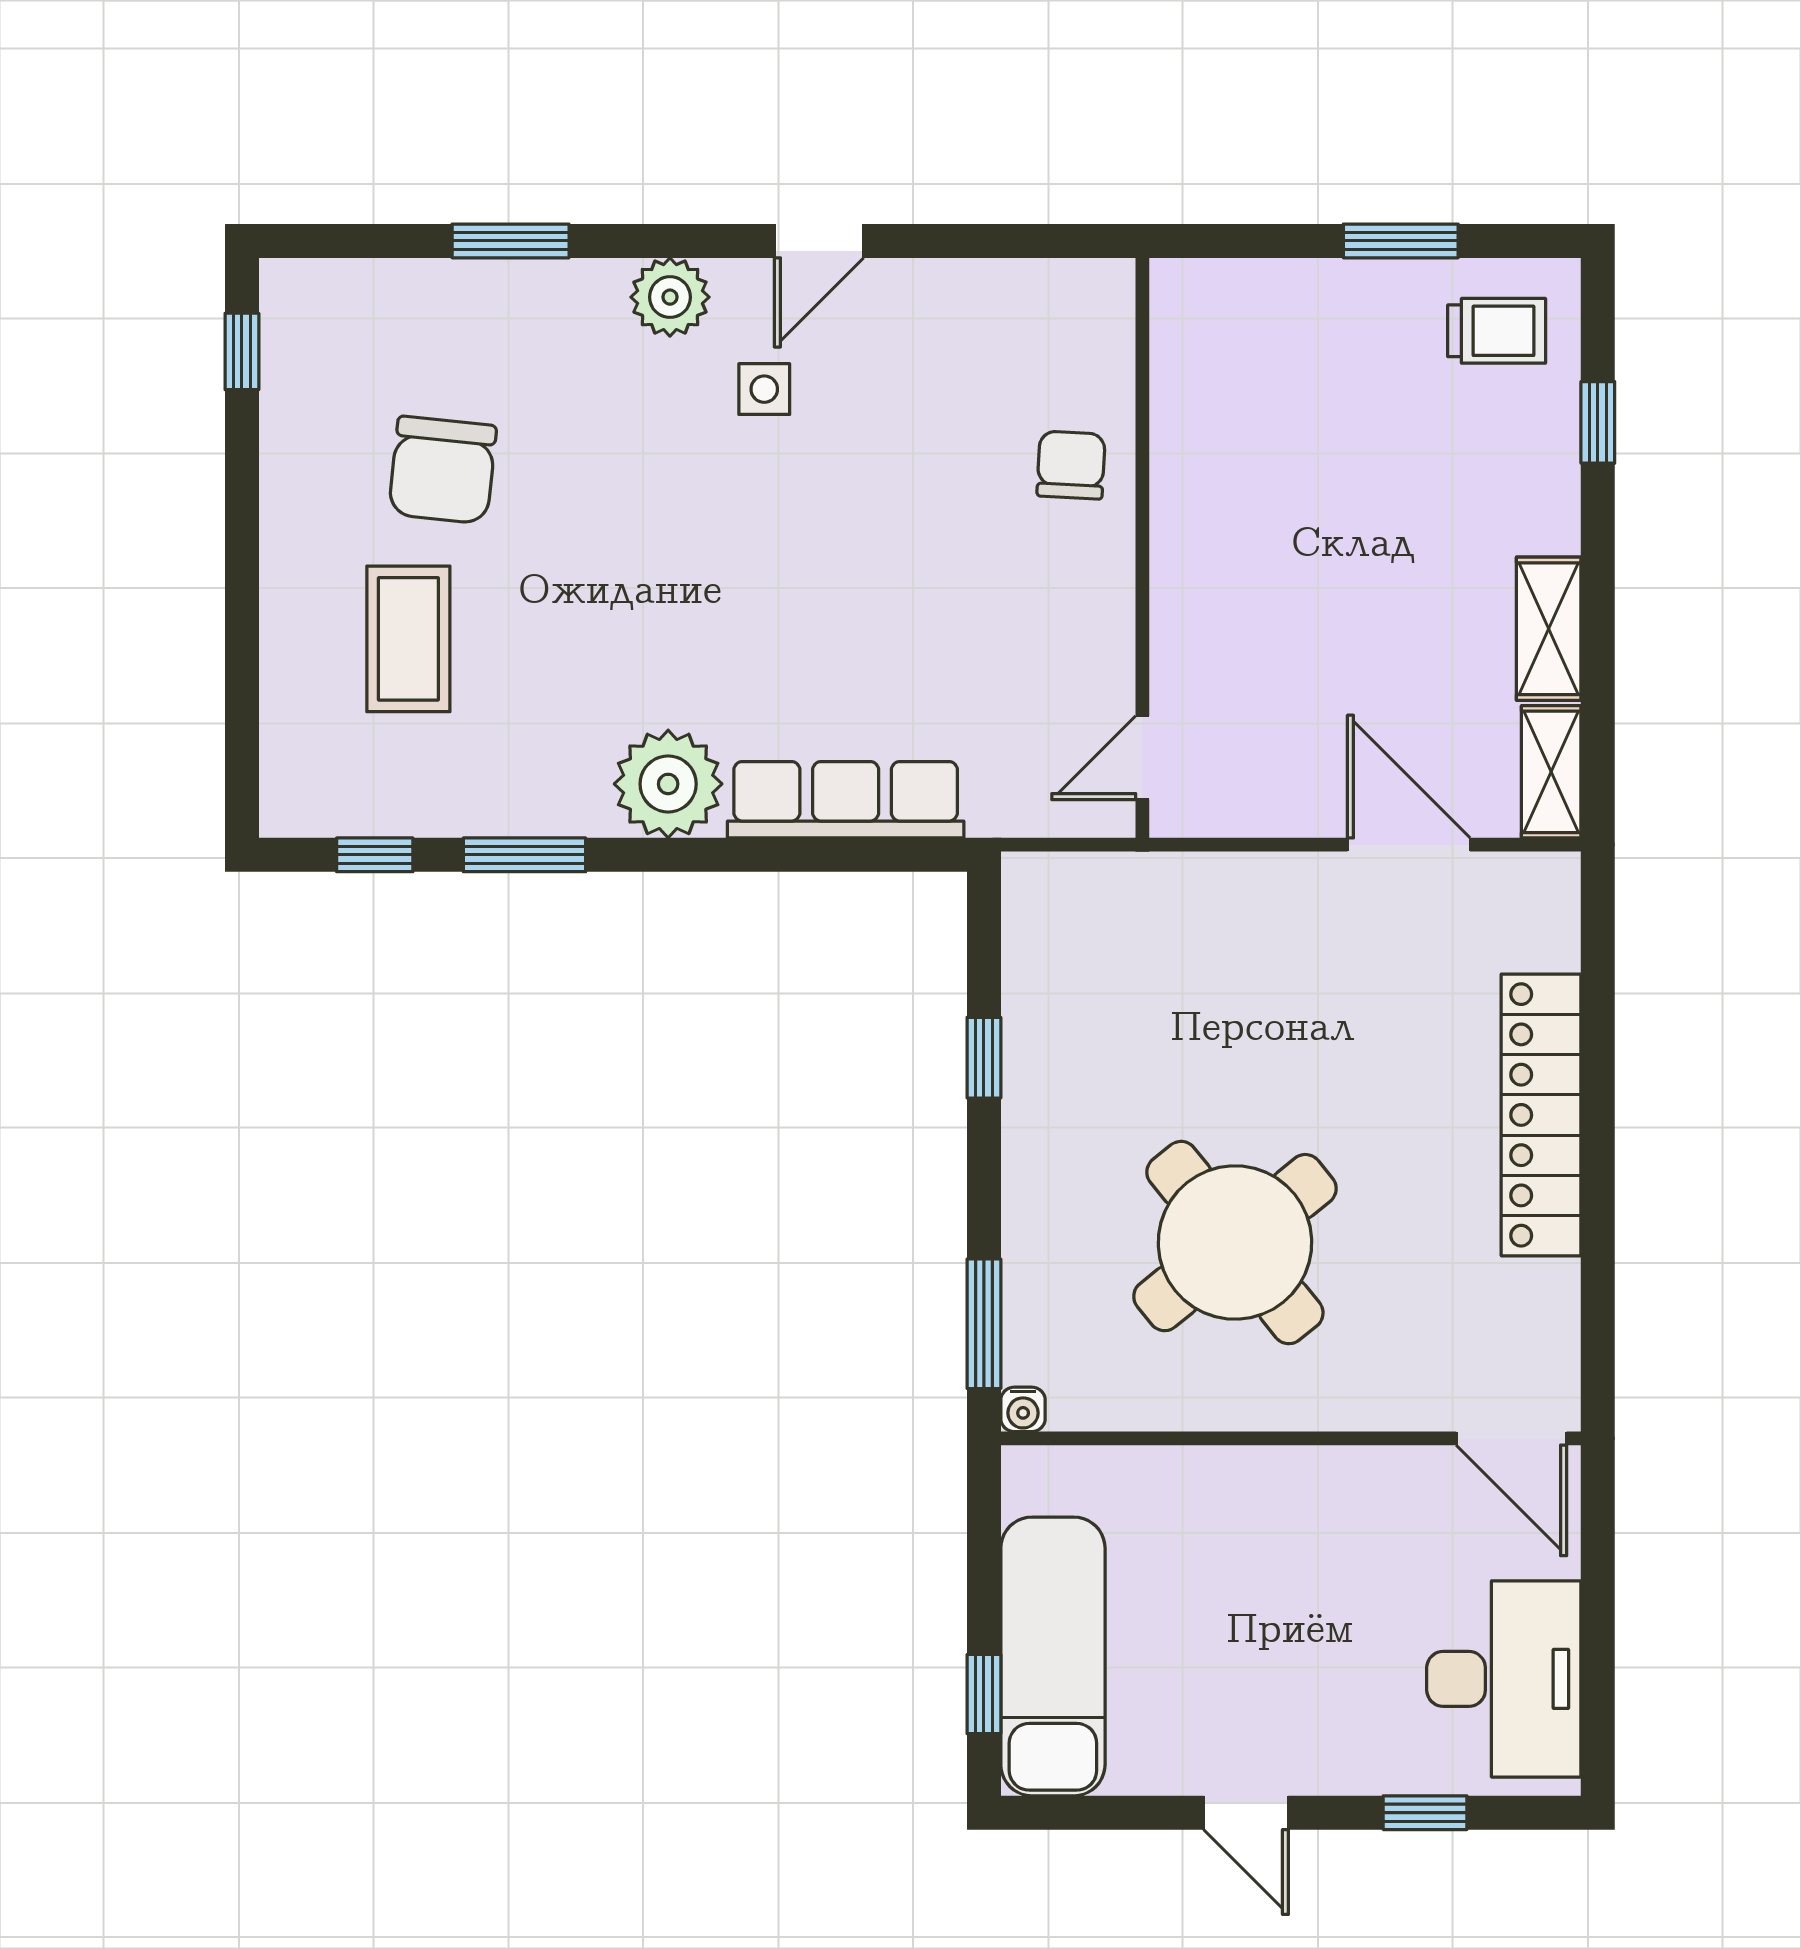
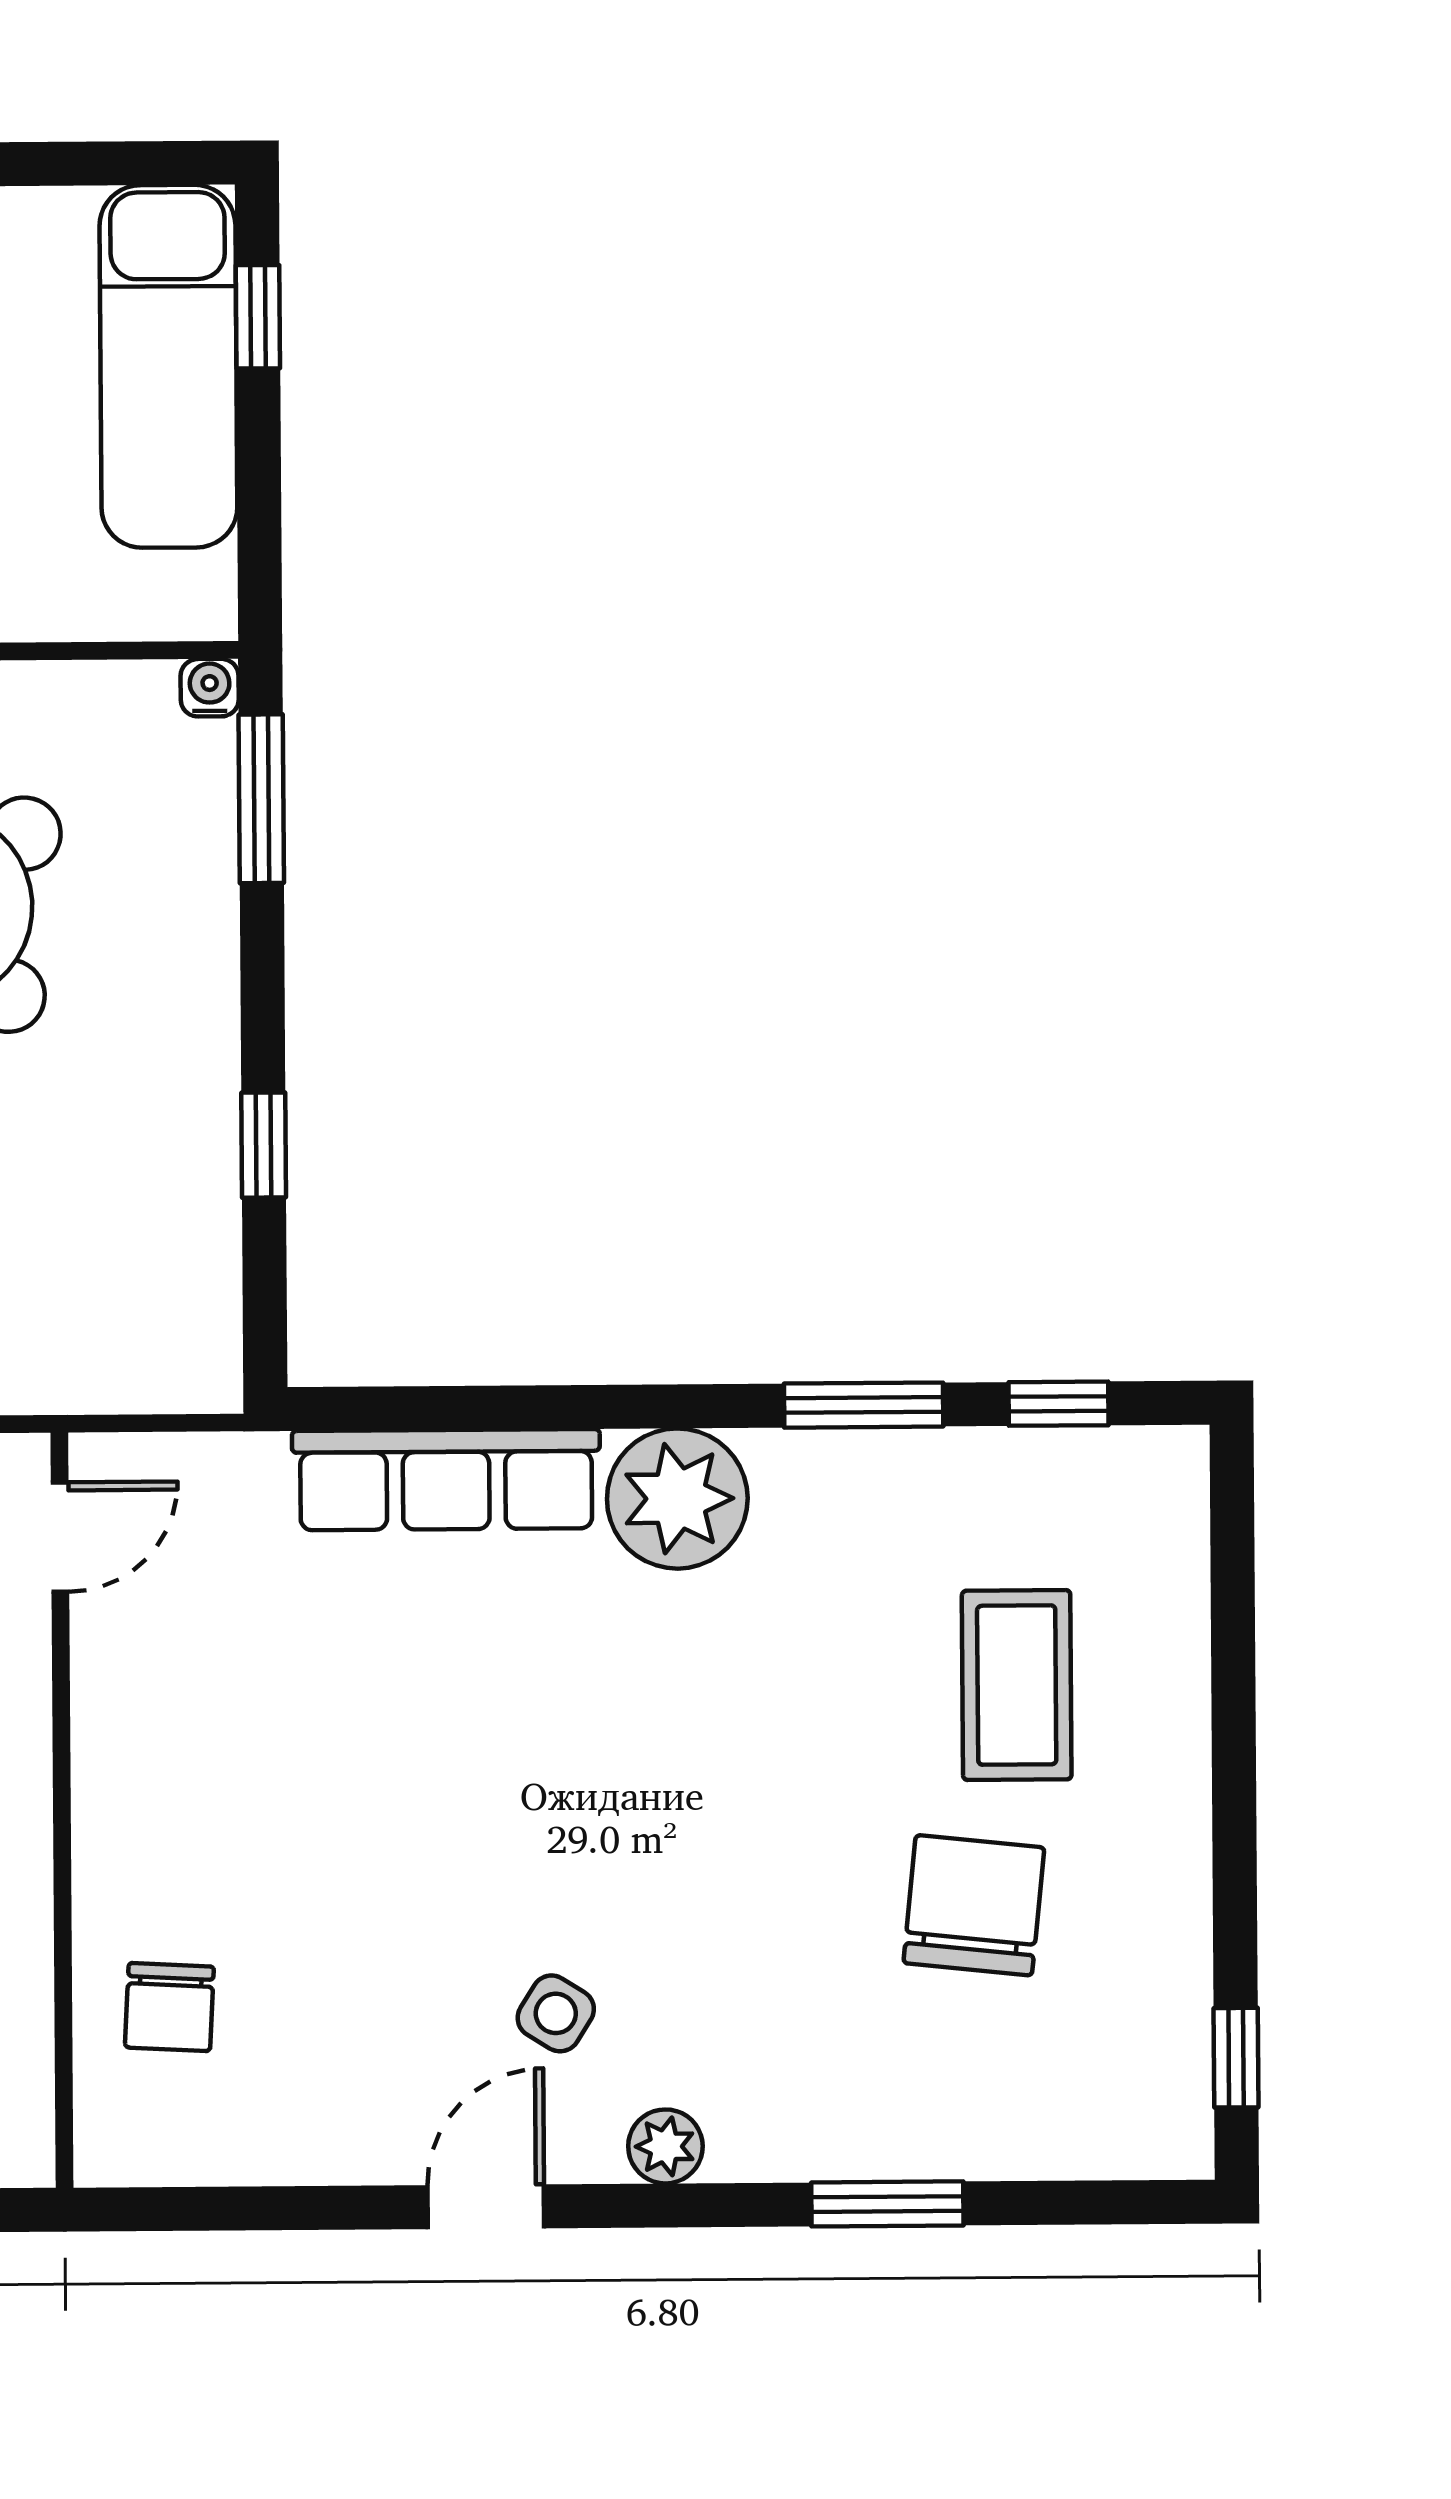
plant: (670, 297) -> (665, 2146), width x0.73, depth x0.73
side table: (764, 389) -> (556, 2013), turned 32
chair: (1071, 465) -> (169, 2007), moved

